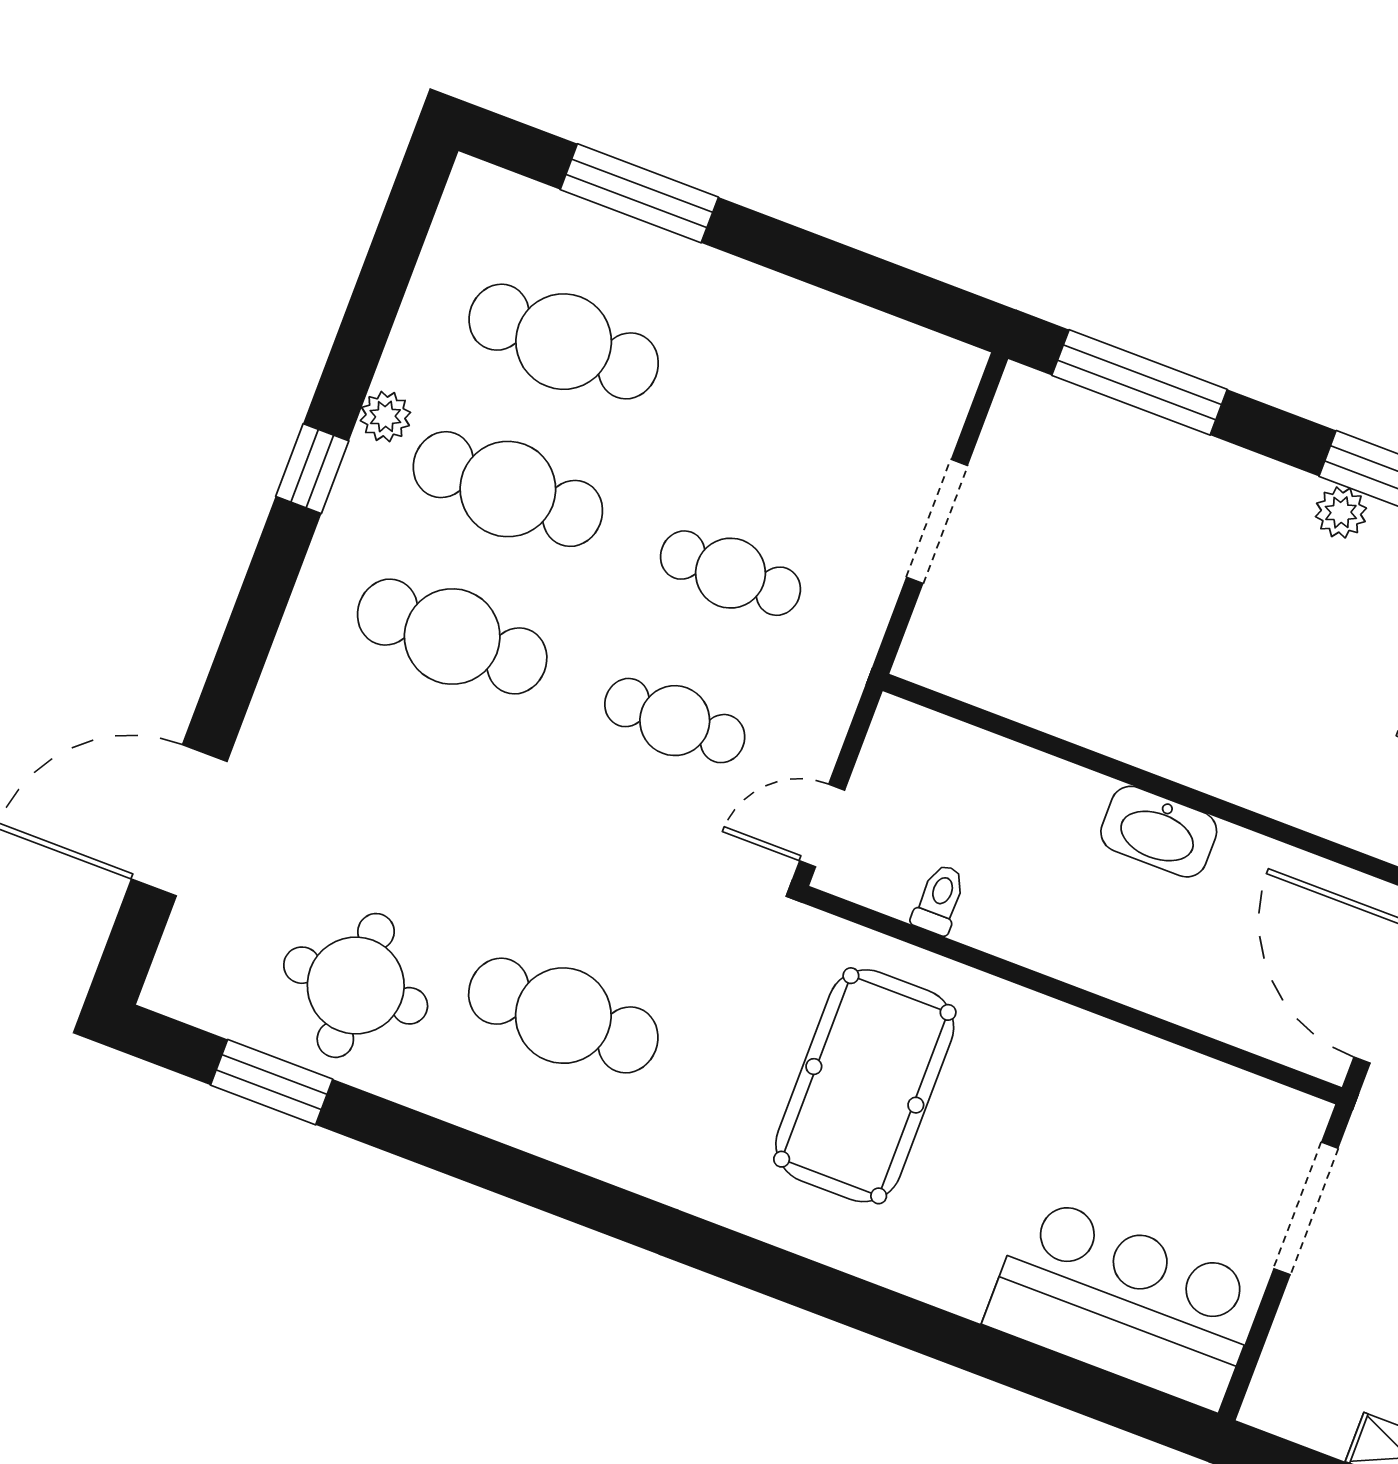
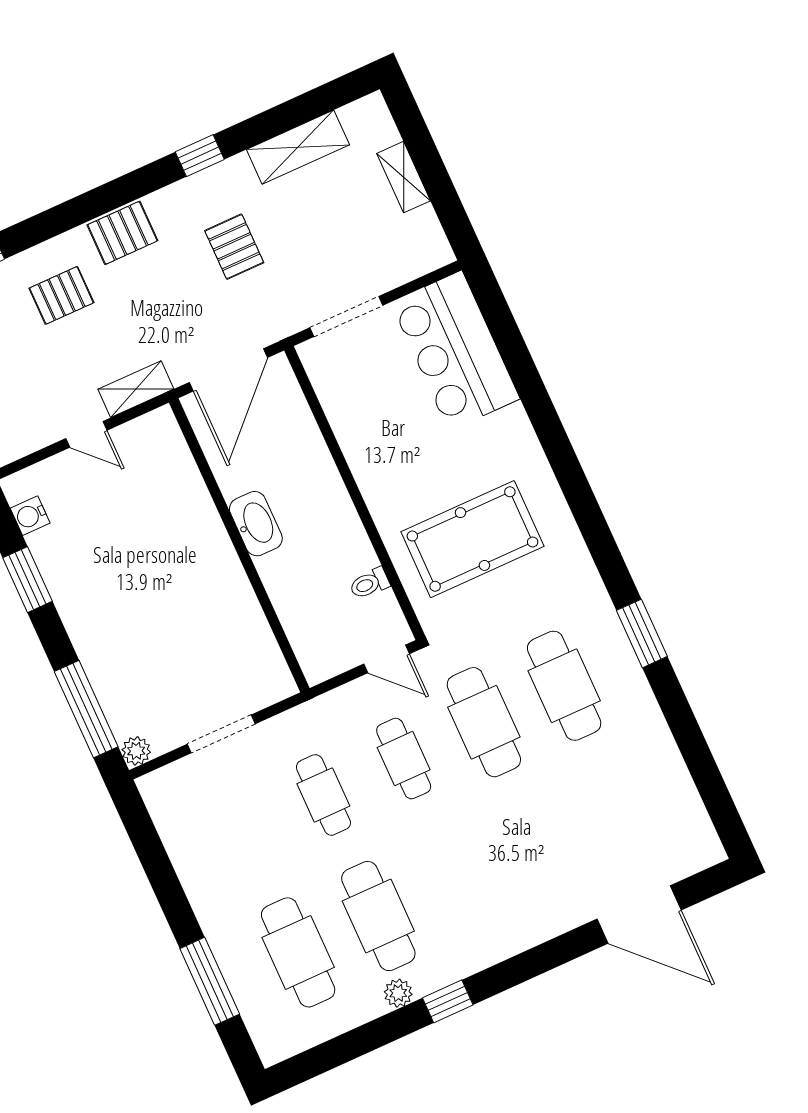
plant: (1341, 512) -> (136, 751), moved
cafe table: (452, 636) -> (484, 722), moved
round table: (356, 985) -> (634, 780), removed
window: (272, 1082) -> (642, 633), moved

